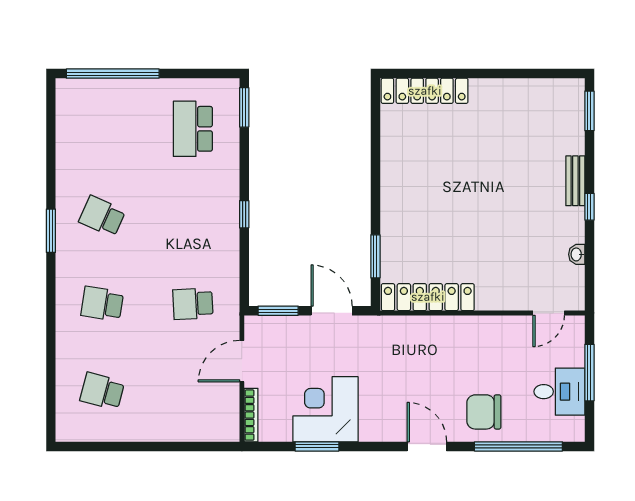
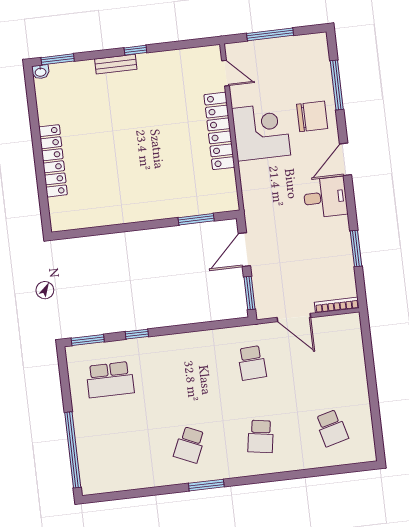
locker: (425, 91) -> (53, 161), moved
window: (244, 214) -> (137, 334), moved
washbasin: (577, 254) -> (40, 72), moved
locker: (428, 297) -> (219, 131), moved
school desk: (102, 391) -> (332, 428), turned -30
desk: (559, 392) -> (325, 197), moved, turned 90
corner desk: (326, 409) -> (261, 132), moved, turned 180
chair: (484, 412) -> (312, 116), turned -90
window: (518, 446) -> (337, 85), width x0.68

